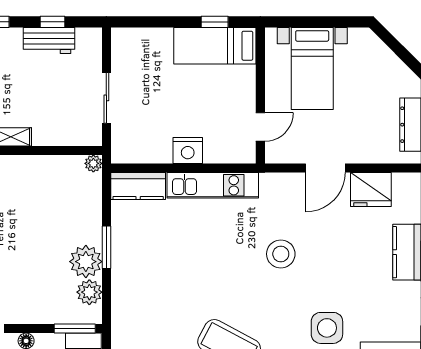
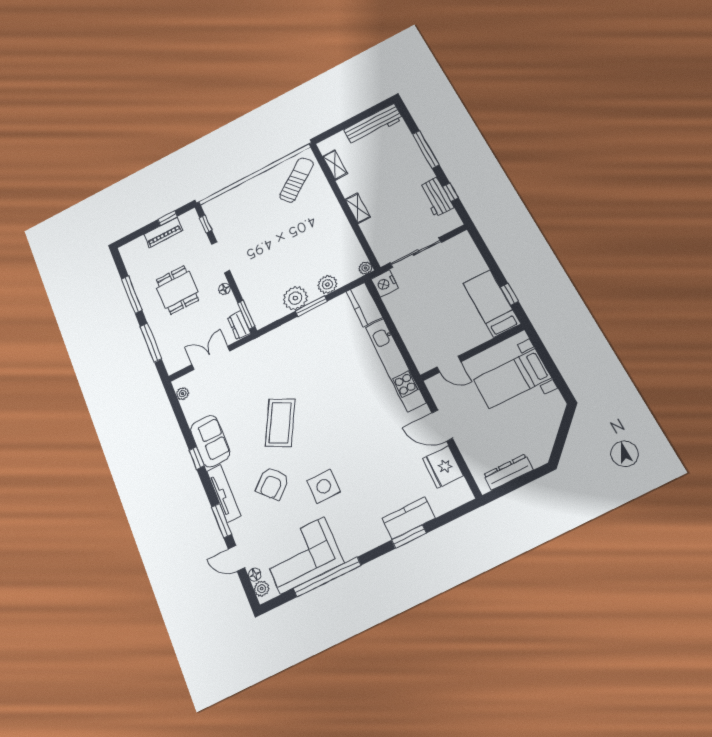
sliding door: (106, 98) -> (416, 253), width x1.37
nightstand: (188, 151) -> (385, 284), moved
kitchen unit: (213, 185) -> (395, 365), width x1.36
stool: (281, 254) -> (363, 426), removed
plant: (89, 292) -> (327, 284), moved

